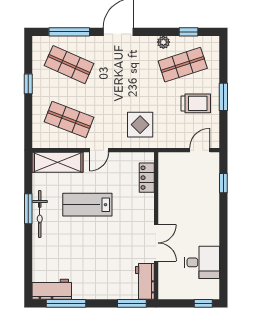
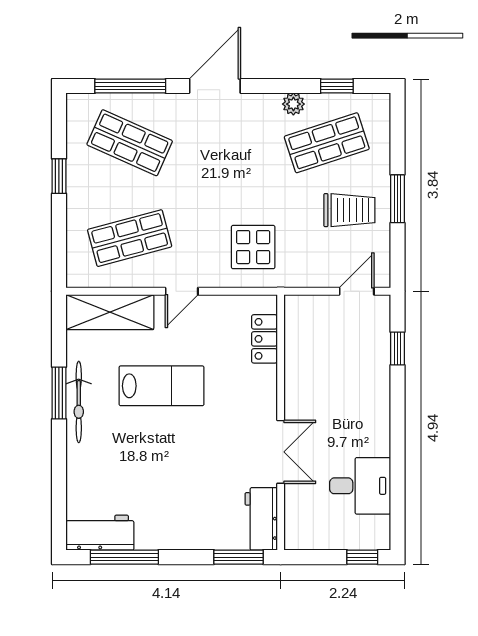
shop shelf: (69, 120) -> (130, 238), turned -36
lab bench: (87, 205) -> (162, 386), turned 180

